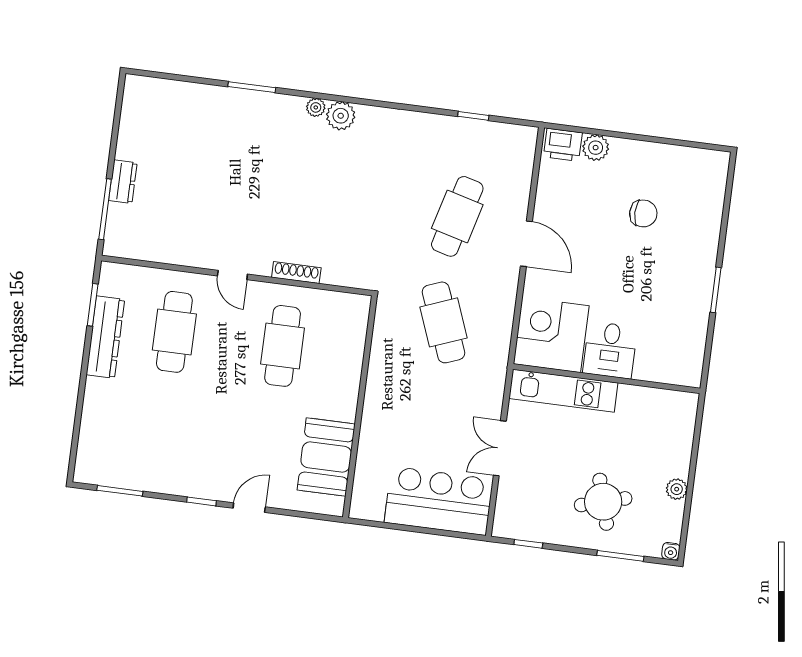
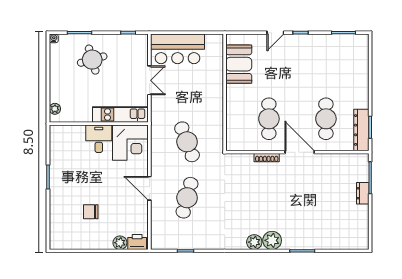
plant: (316, 107) -> (272, 240), width x1.88, depth x1.88
door: (232, 275) -> (300, 152), width x1.87
dresser: (105, 337) -> (361, 130), moved
plant: (677, 489) -> (55, 109), moved

